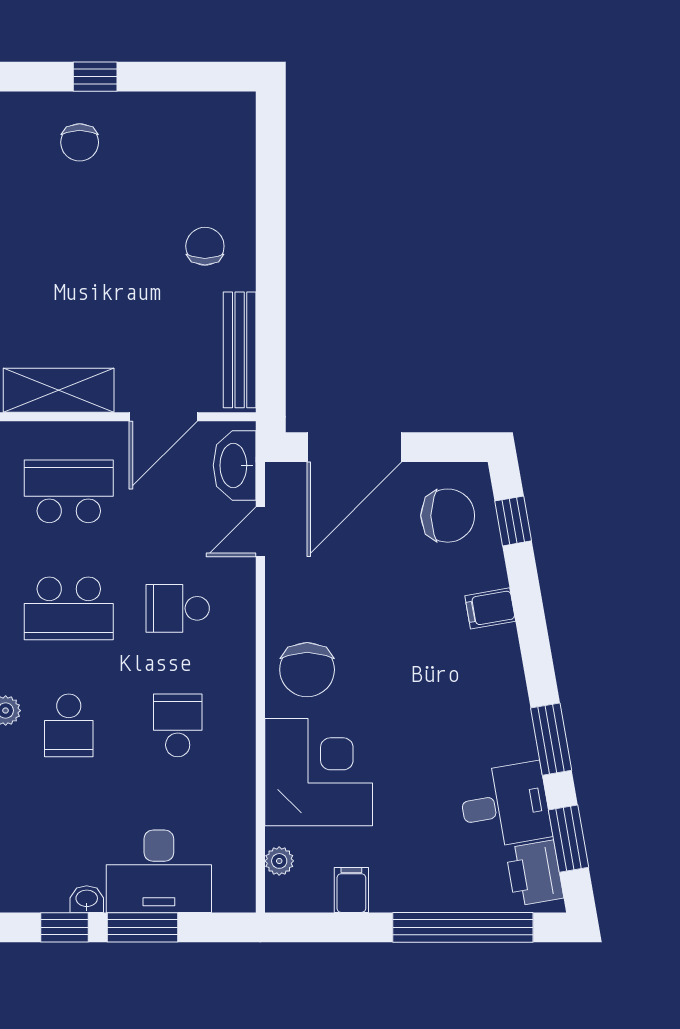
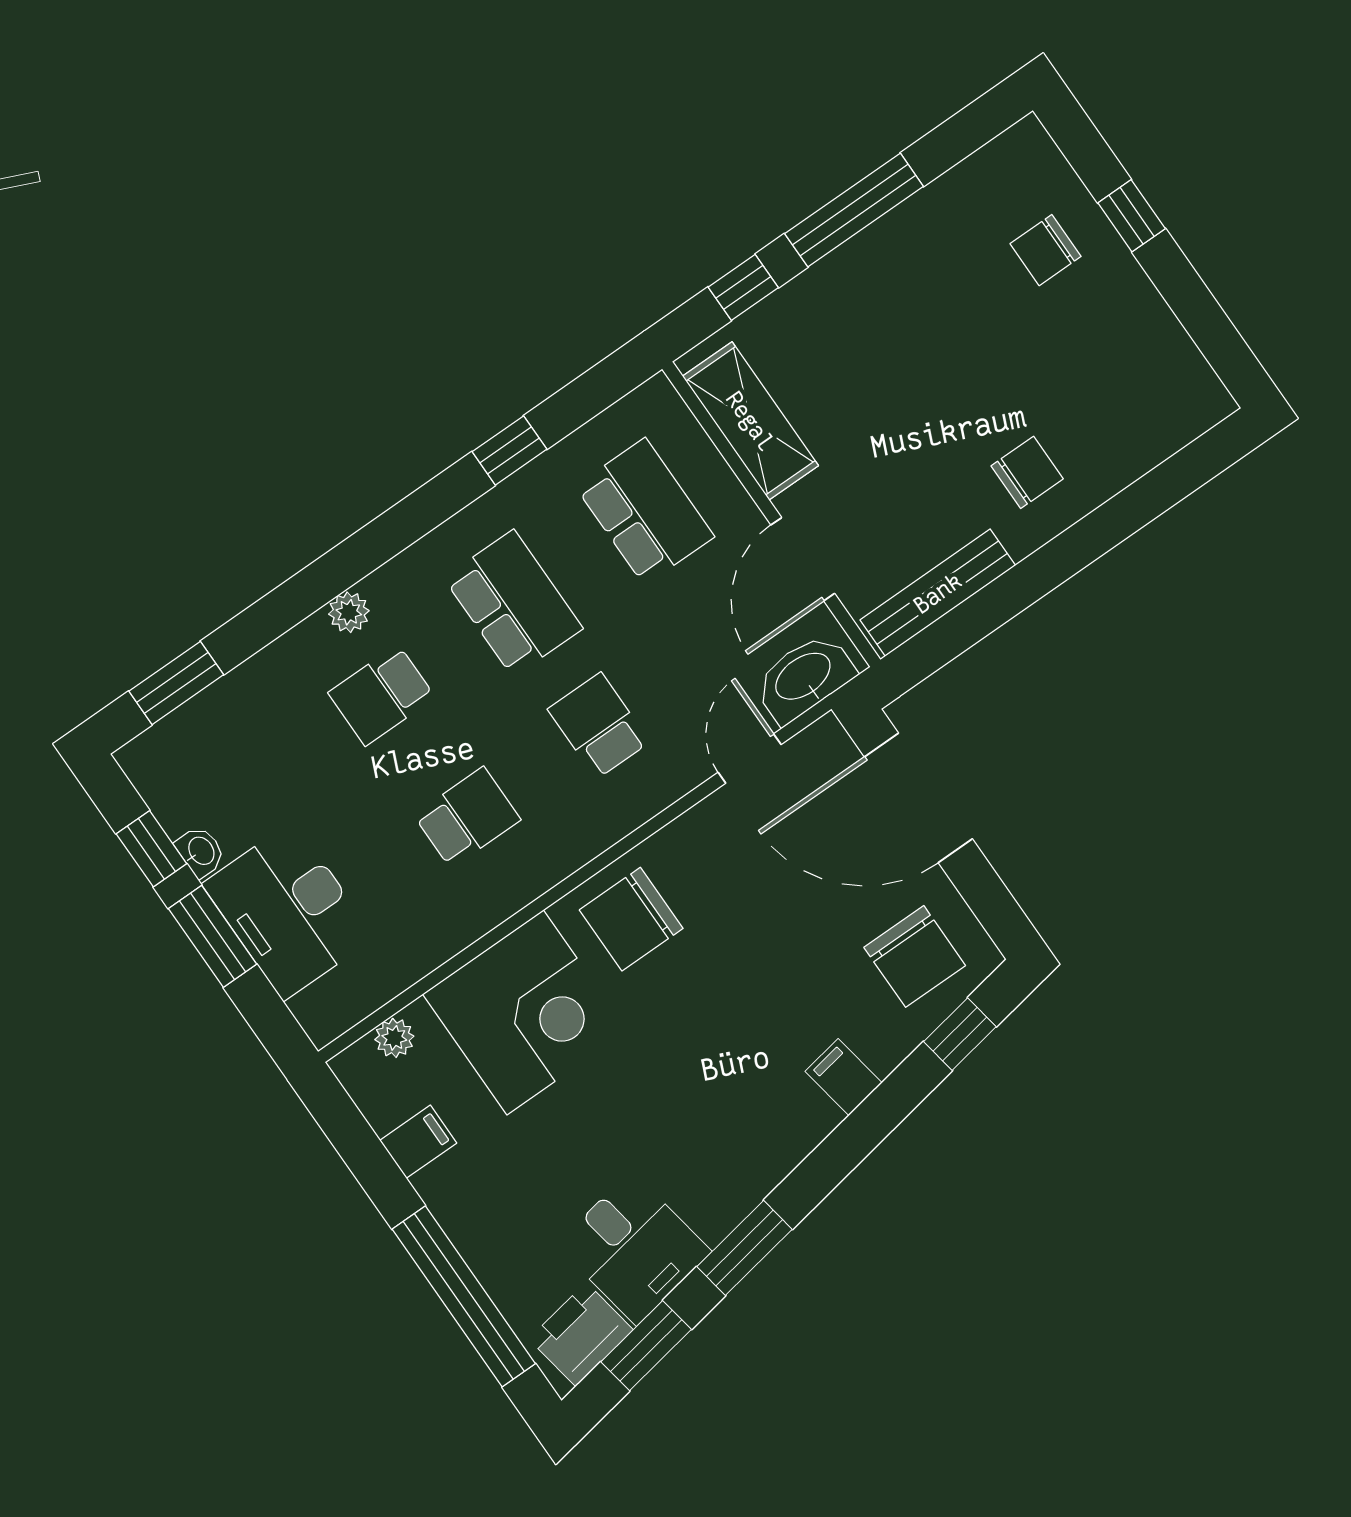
door: (163, 417) -> (803, 559), hinge flipped
door: (260, 532) -> (750, 758), hinge flipped
school desk: (69, 608) -> (513, 603), turned 180

